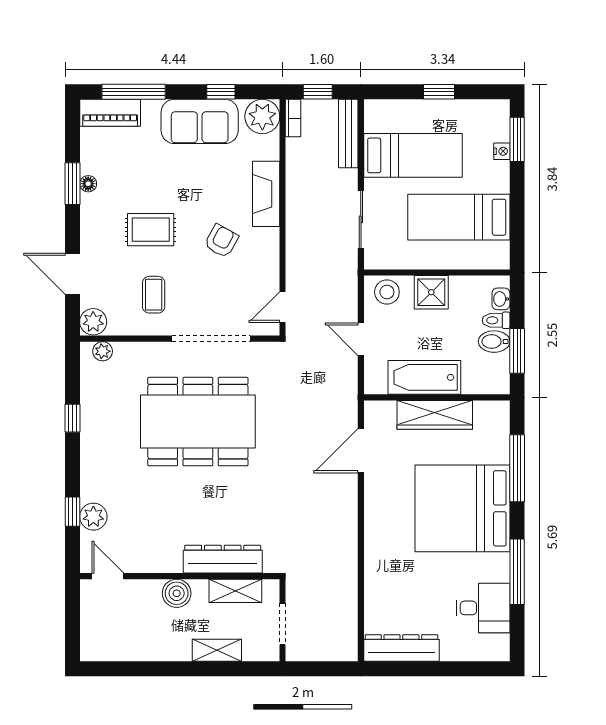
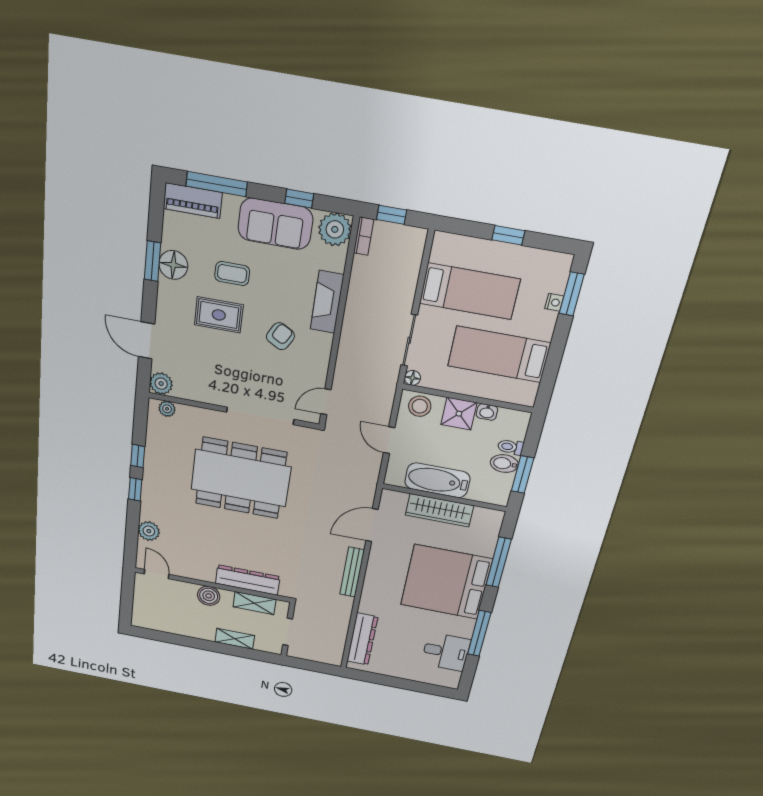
bench: (348, 134) -> (352, 572), moved
floor lamp: (88, 184) -> (173, 265), width x1.89, depth x1.89
floor lamp: (373, 261) -> (412, 378), added
coffee table: (154, 295) -> (232, 274), moved, turned 90
washbasin: (501, 299) -> (487, 412), moved, turned -90
window: (72, 512) -> (135, 489), moved
dresser: (401, 648) -> (362, 639), moved, turned 90

